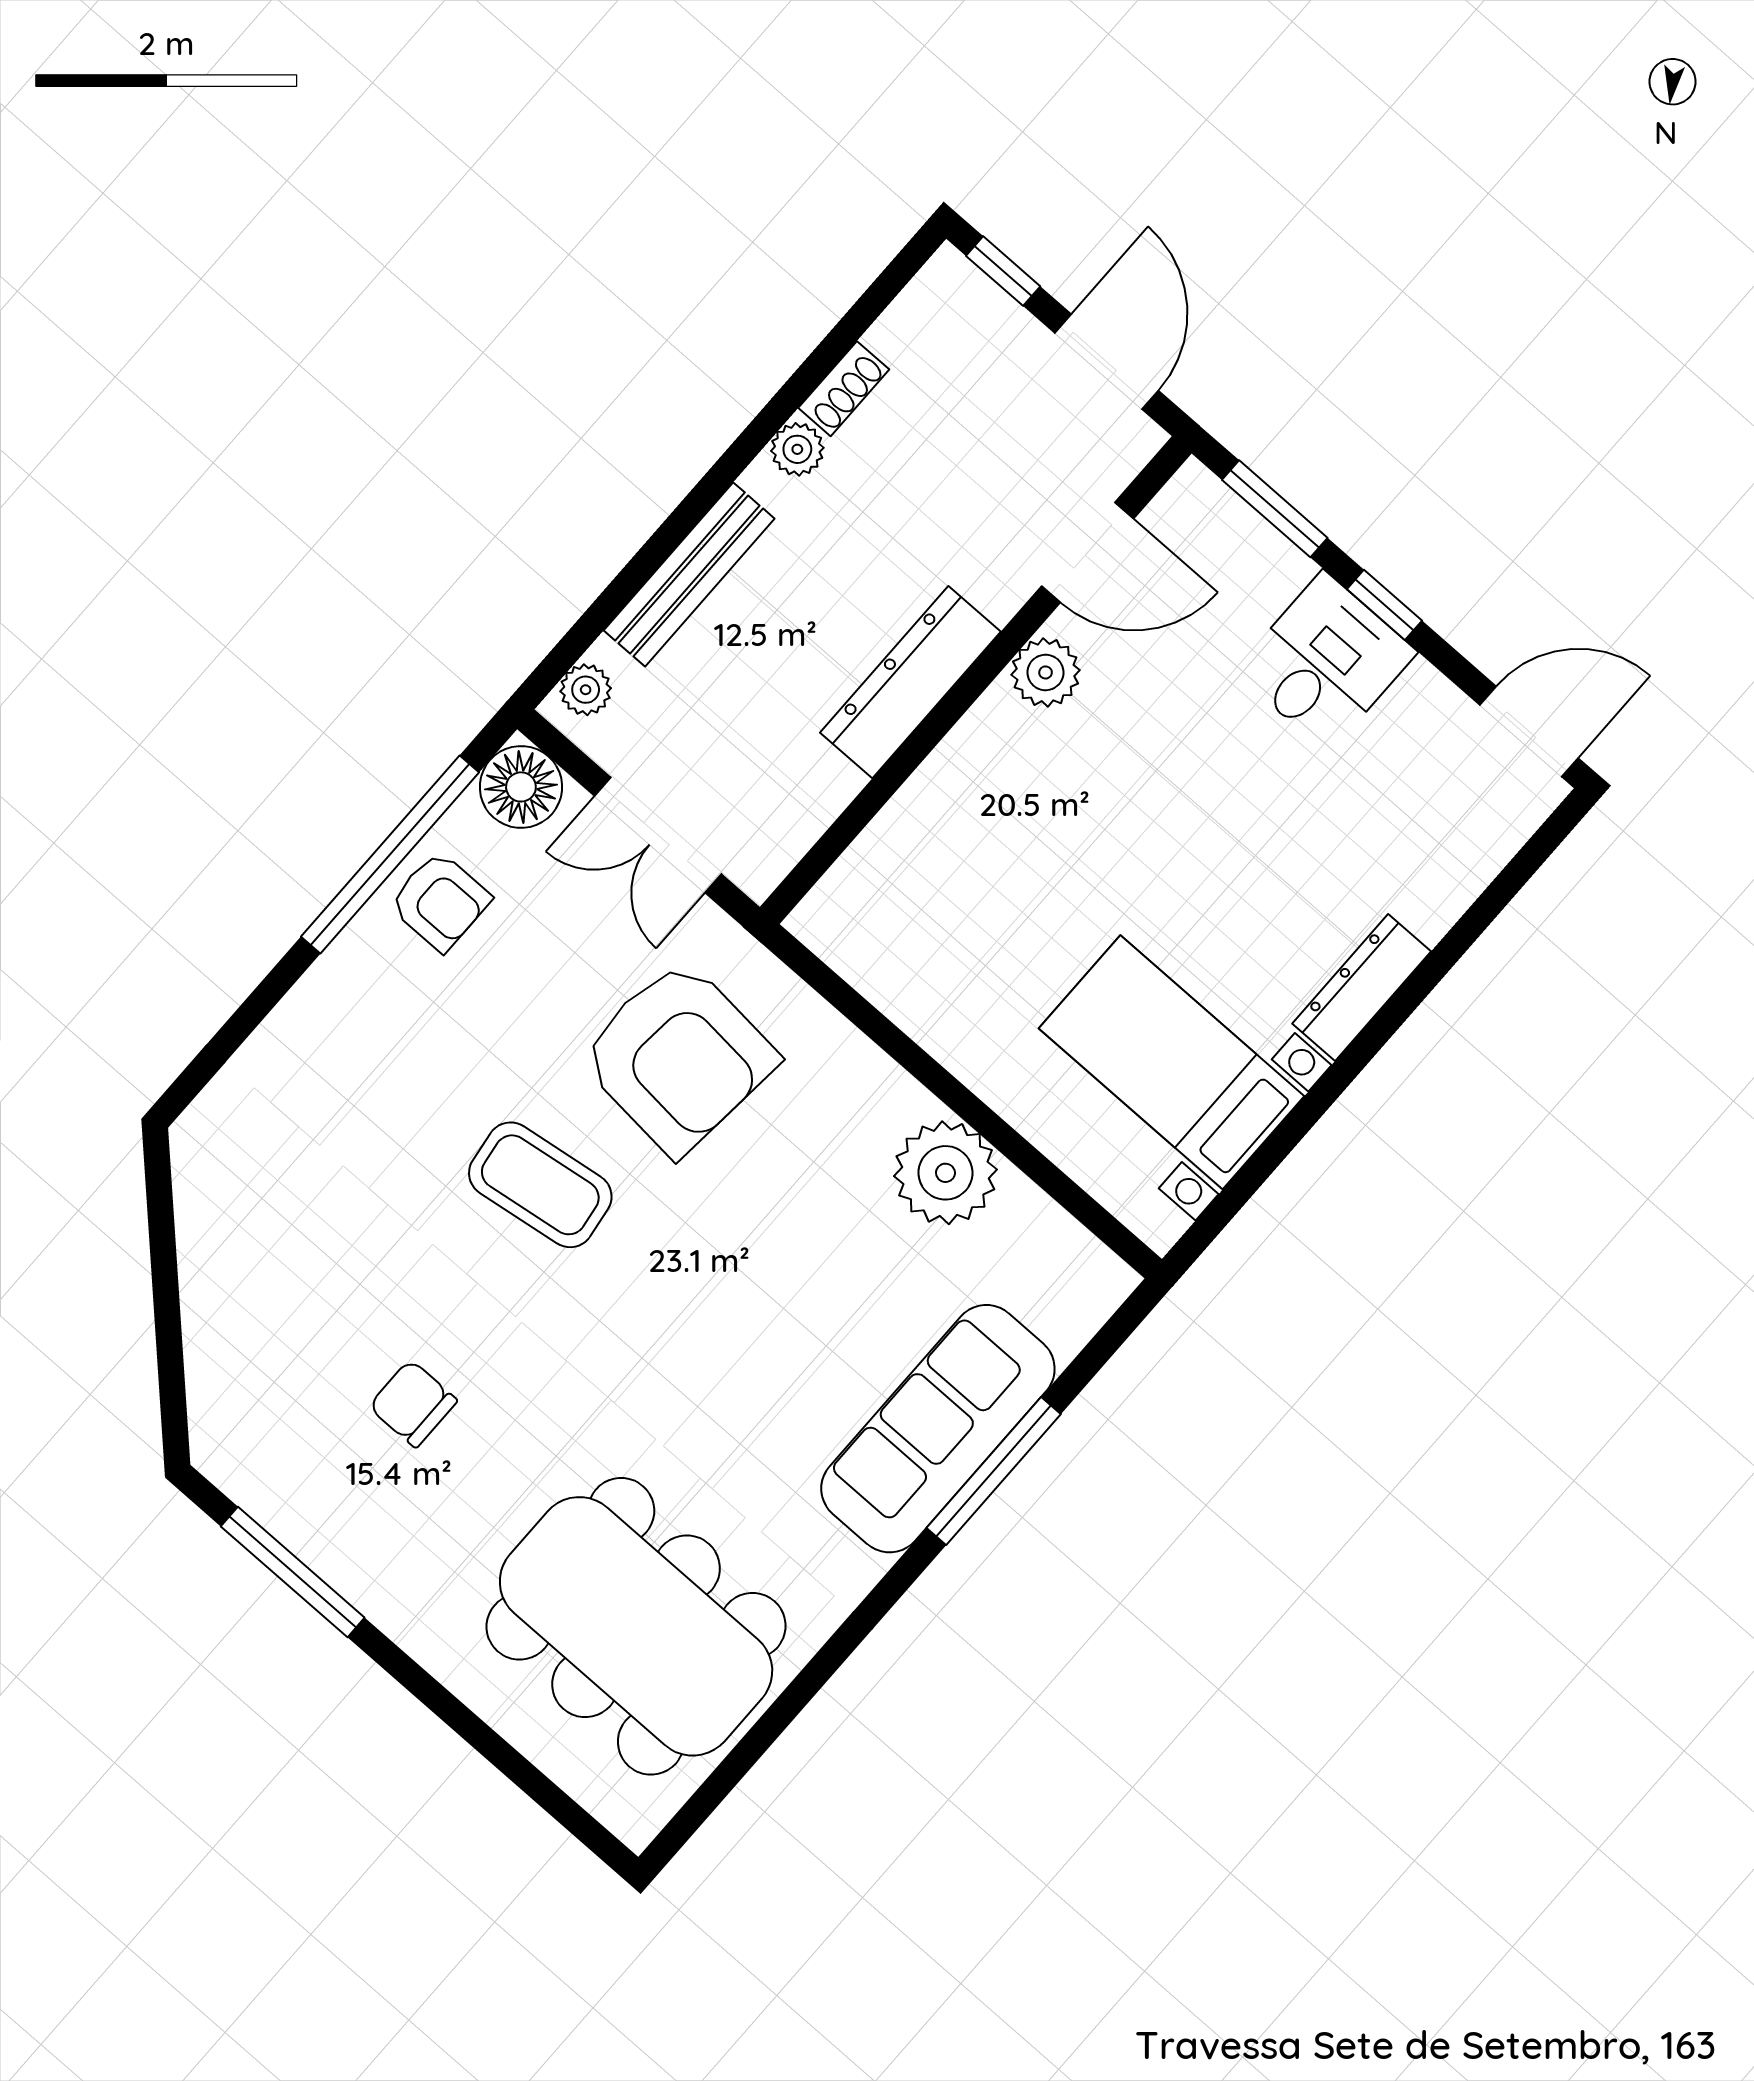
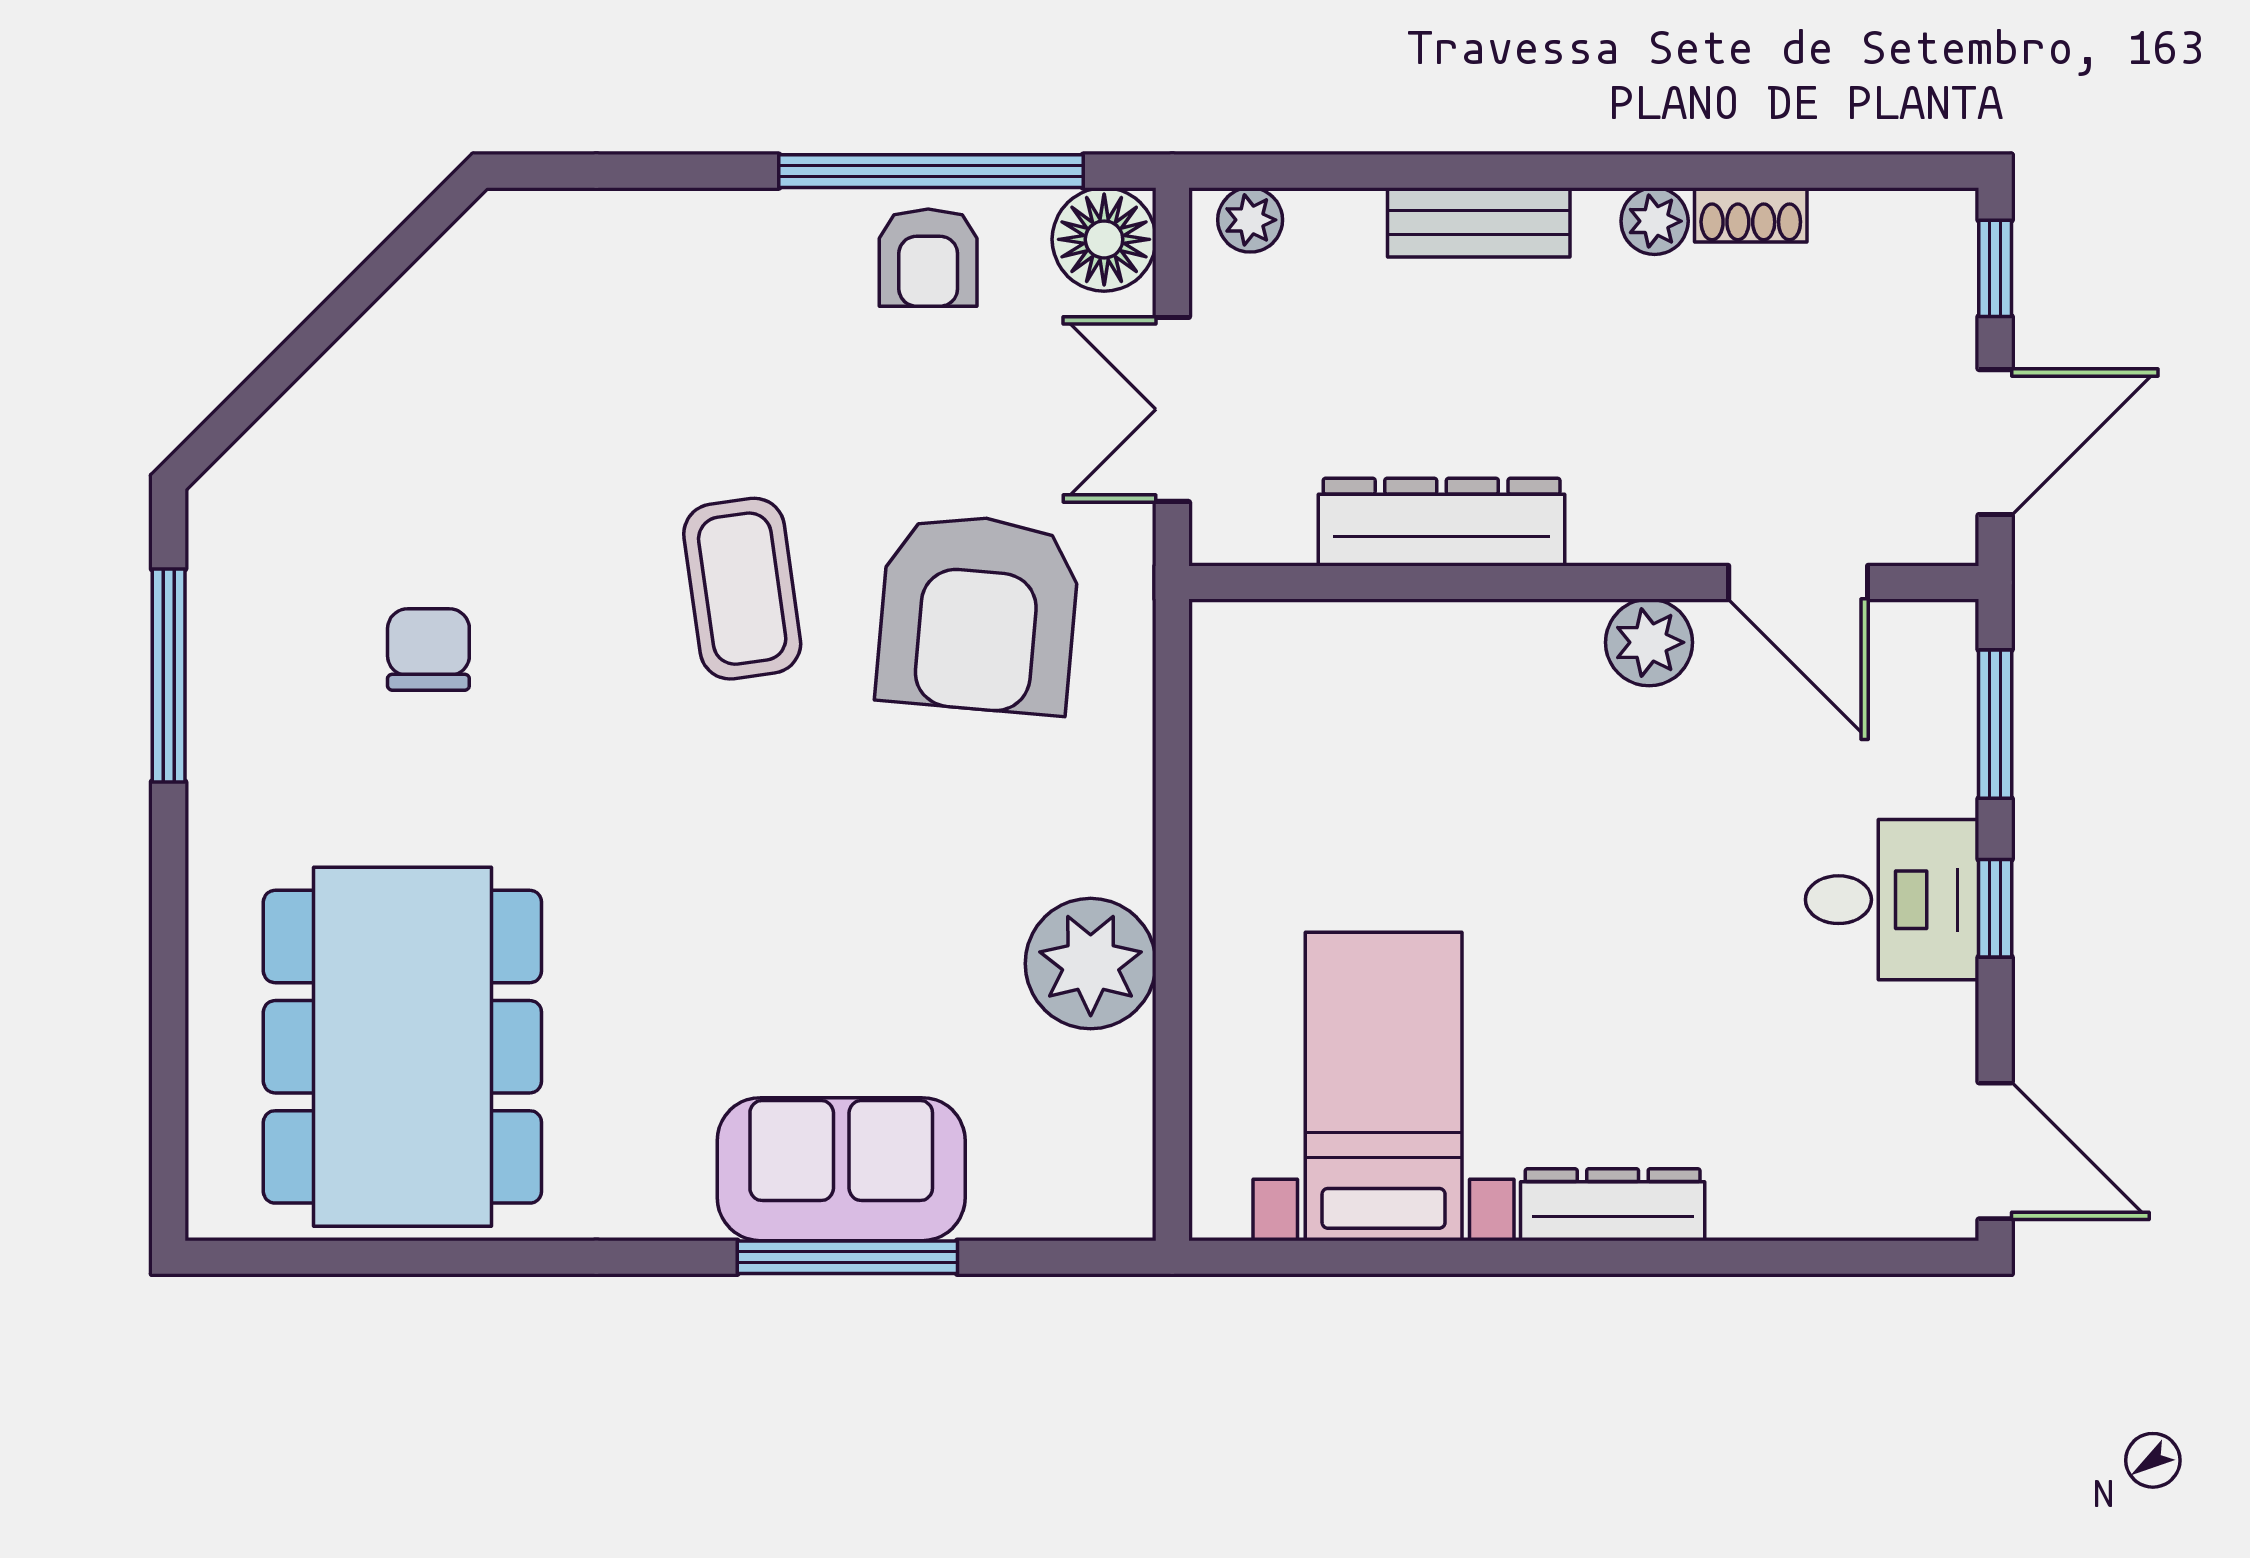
bench: (689, 574) -> (1479, 222), width x0.73
dresser: (910, 682) -> (1442, 522), moved
sofa: (938, 1429) -> (841, 1169), width x0.73

